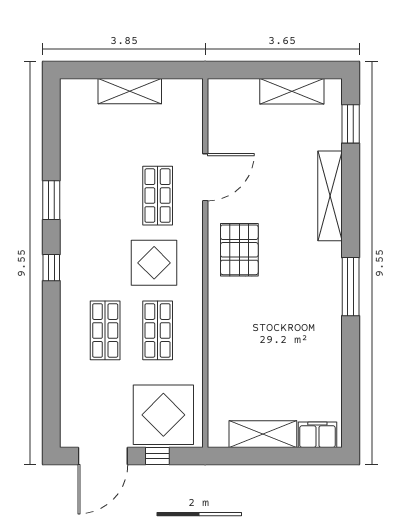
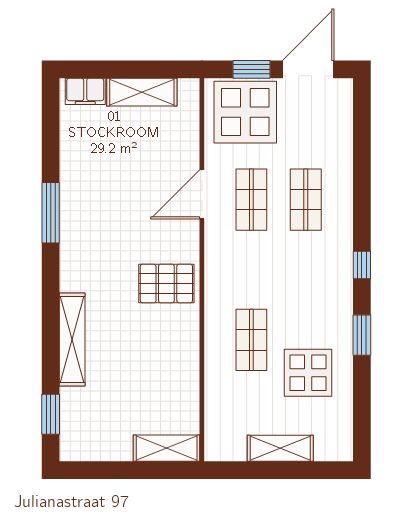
shelving: (292, 91) -> (167, 448), moved
door: (205, 177) -> (202, 194), moved
pallet: (239, 250) -> (166, 283), turned 90
display table: (154, 263) -> (308, 373), moved
window: (351, 287) -> (51, 213), moved
window: (157, 456) -> (251, 69), width x1.50

